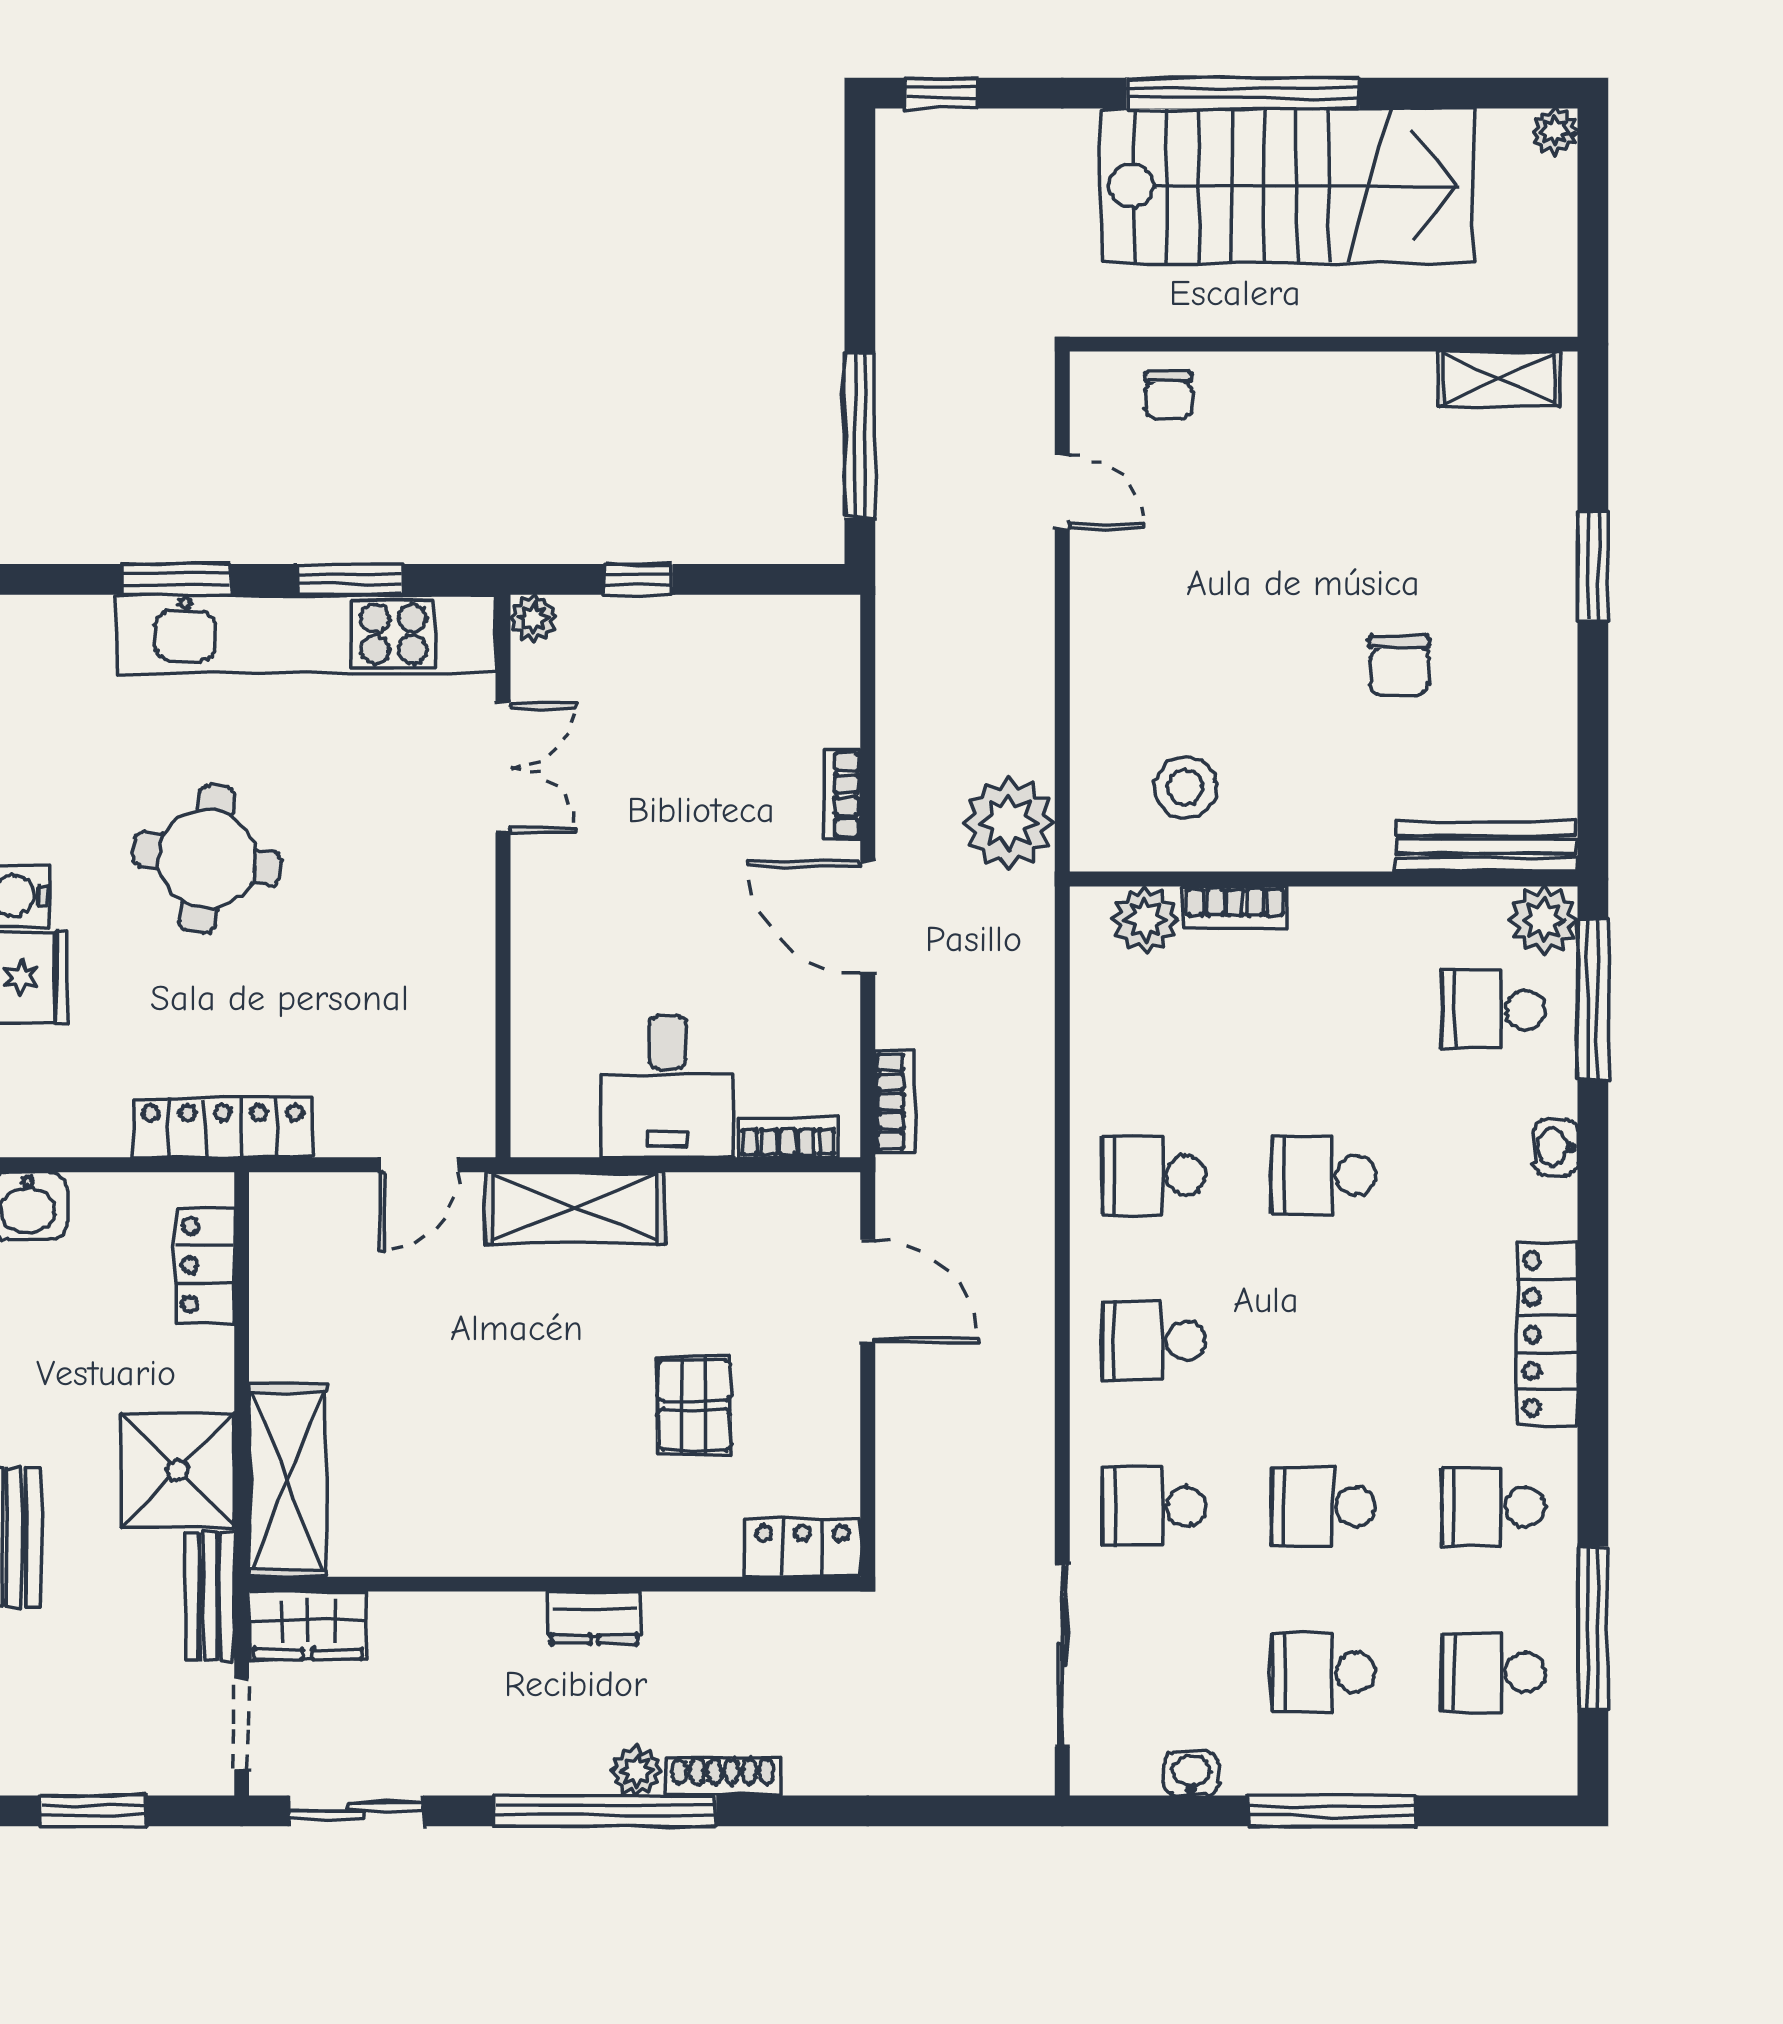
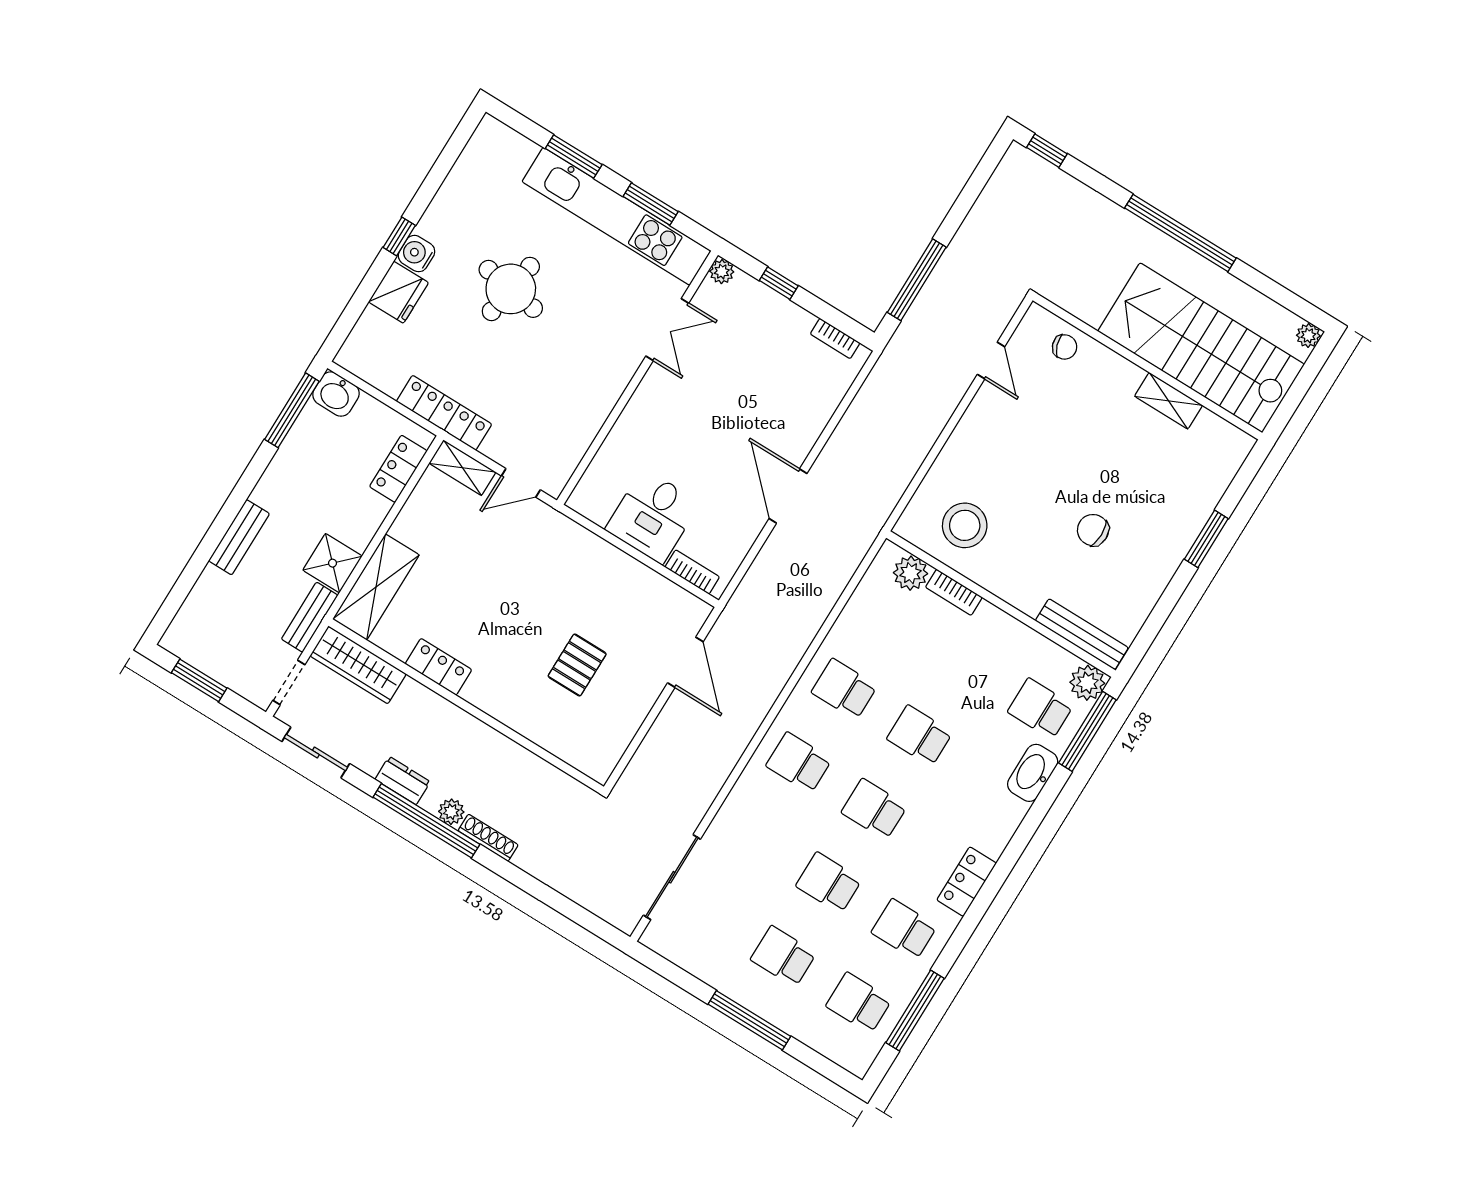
stairs: (1287, 186) -> (1201, 348), moved, turned 180
shelving: (1499, 379) -> (1169, 401), moved
chair: (1169, 396) -> (1065, 347), turned -109
chair: (1399, 665) -> (1093, 530), turned 90
stool: (1185, 787) -> (965, 525), width x1.38, depth x1.38
bookcase: (842, 795) -> (835, 338), moved, turned -90
plant: (1009, 823) -> (877, 493), removed
bookcase: (895, 1101) -> (750, 585), removed
washbasin: (1555, 1147) -> (1033, 773), width x1.91, depth x1.45
shelving: (574, 1208) -> (462, 468), moved, width x0.67, depth x0.75
locker: (1547, 1334) -> (967, 882), width x0.66
shower: (177, 1470) -> (333, 563), width x0.73, depth x0.73
school desk: (1154, 1507) -> (874, 809), moved
locker: (803, 1548) -> (438, 667), moved
dresser: (594, 1618) -> (403, 781), moved, turned 180
wardrobe: (308, 1625) -> (358, 665), width x1.50
washbasin: (1191, 1773) -> (697, 965), removed

